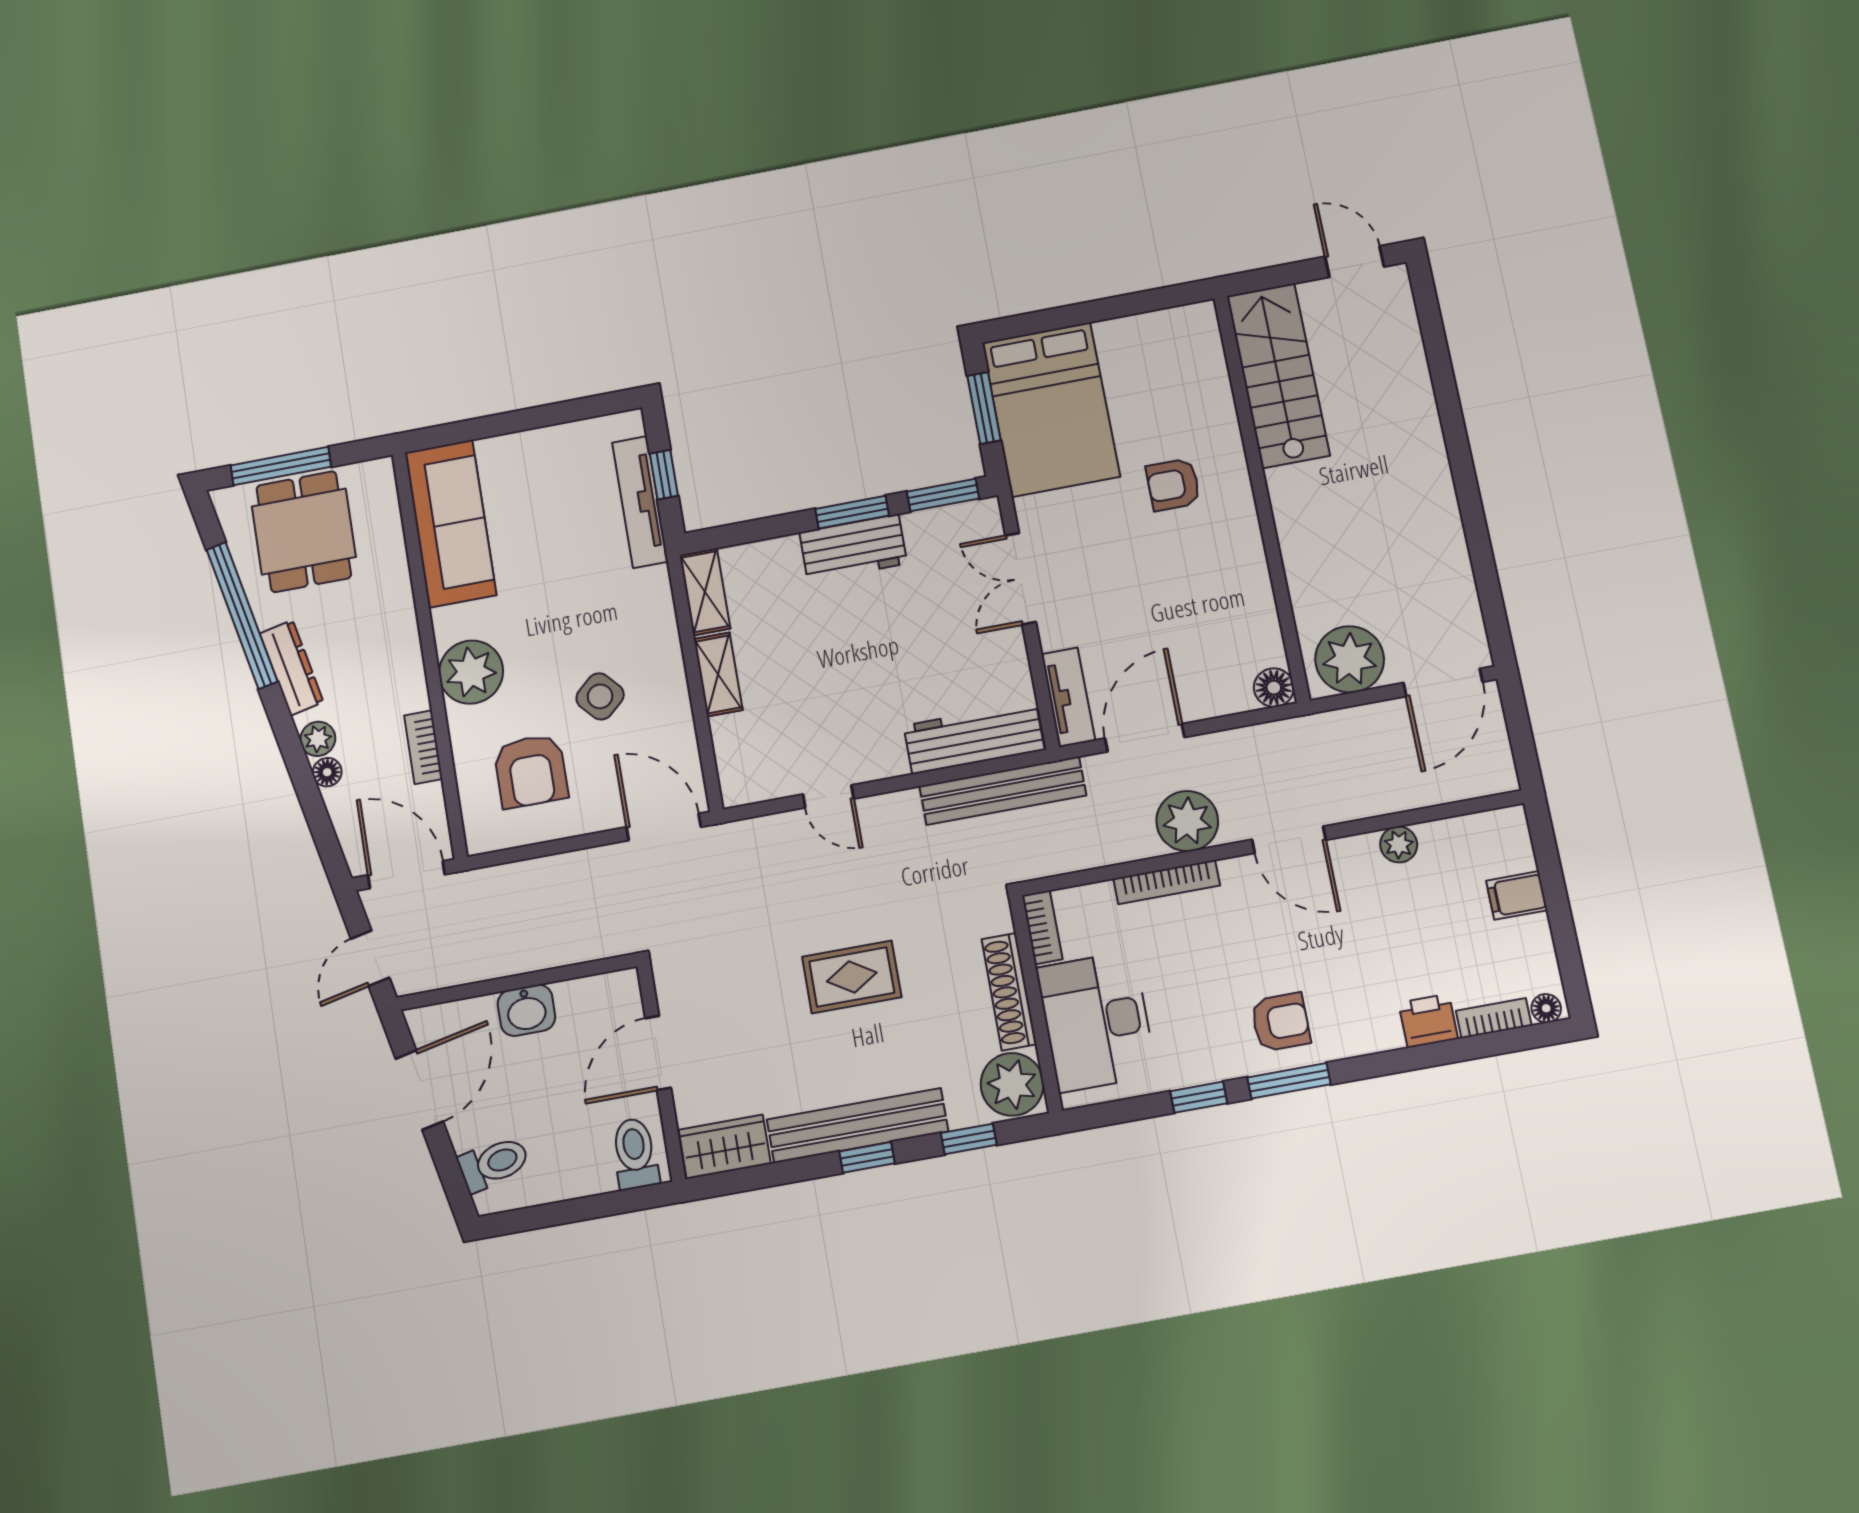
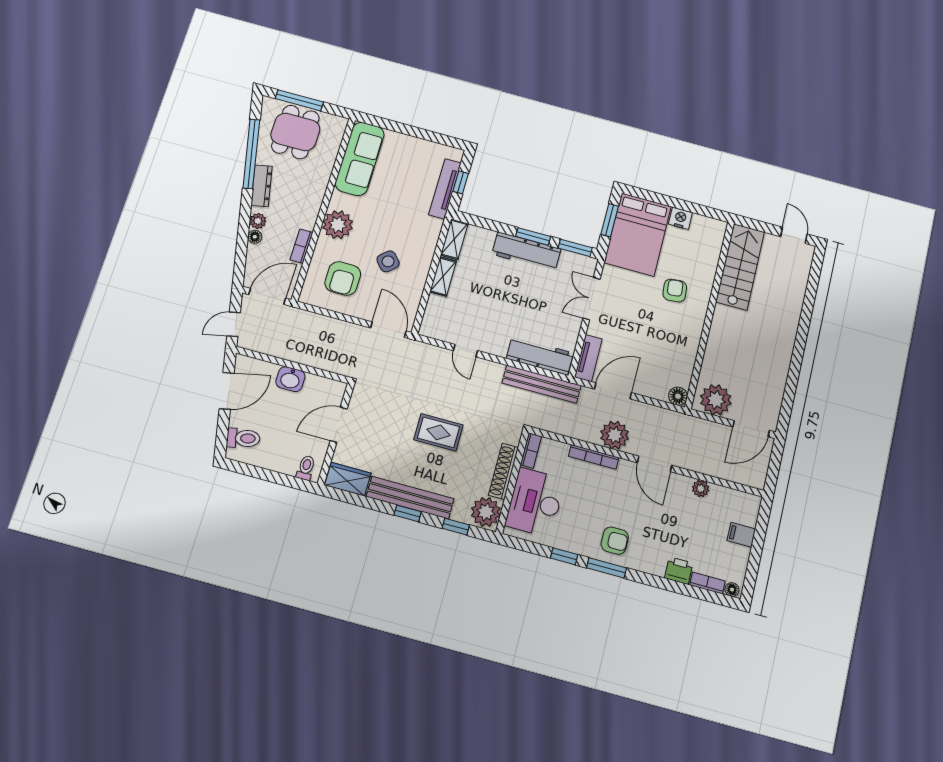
nightstand: (1119, 337) -> (680, 218), added
armchair: (1173, 485) -> (675, 291), turned 85
workbench: (853, 548) -> (526, 252), width x1.38
door: (406, 875) -> (267, 296), hinge flipped
toilet: (635, 1154) -> (306, 468), width x0.73, depth x0.72

